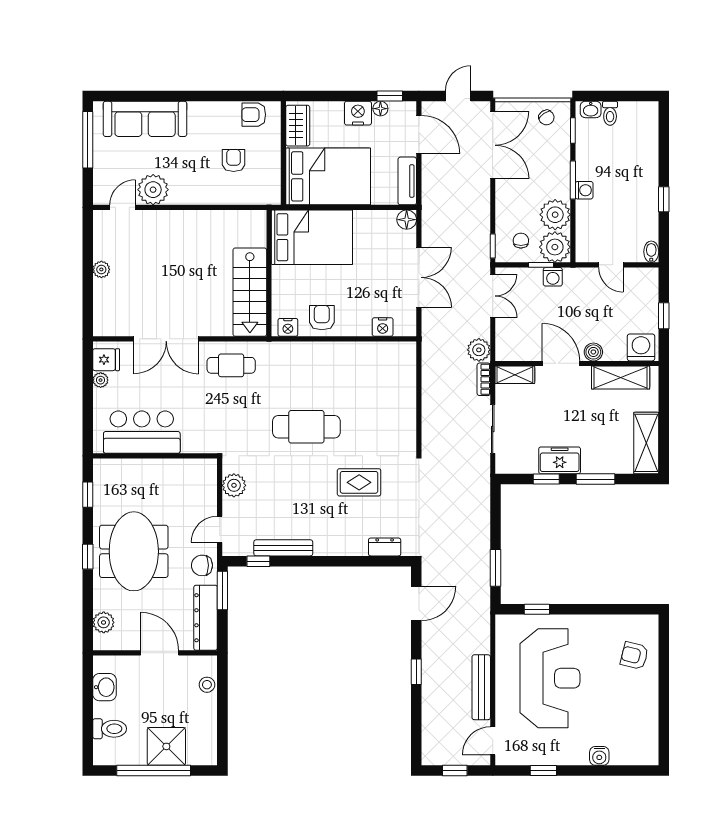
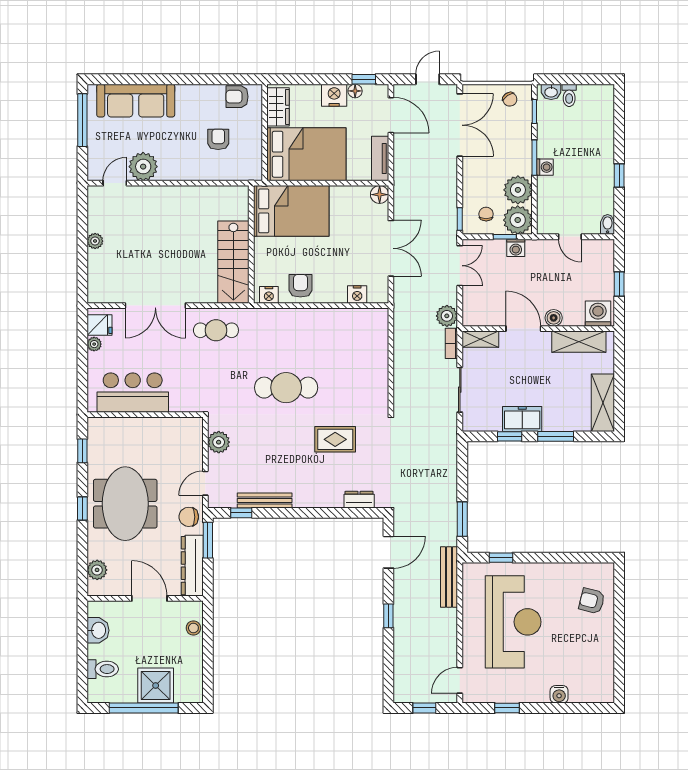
bench: (481, 687) -> (449, 577), moved

